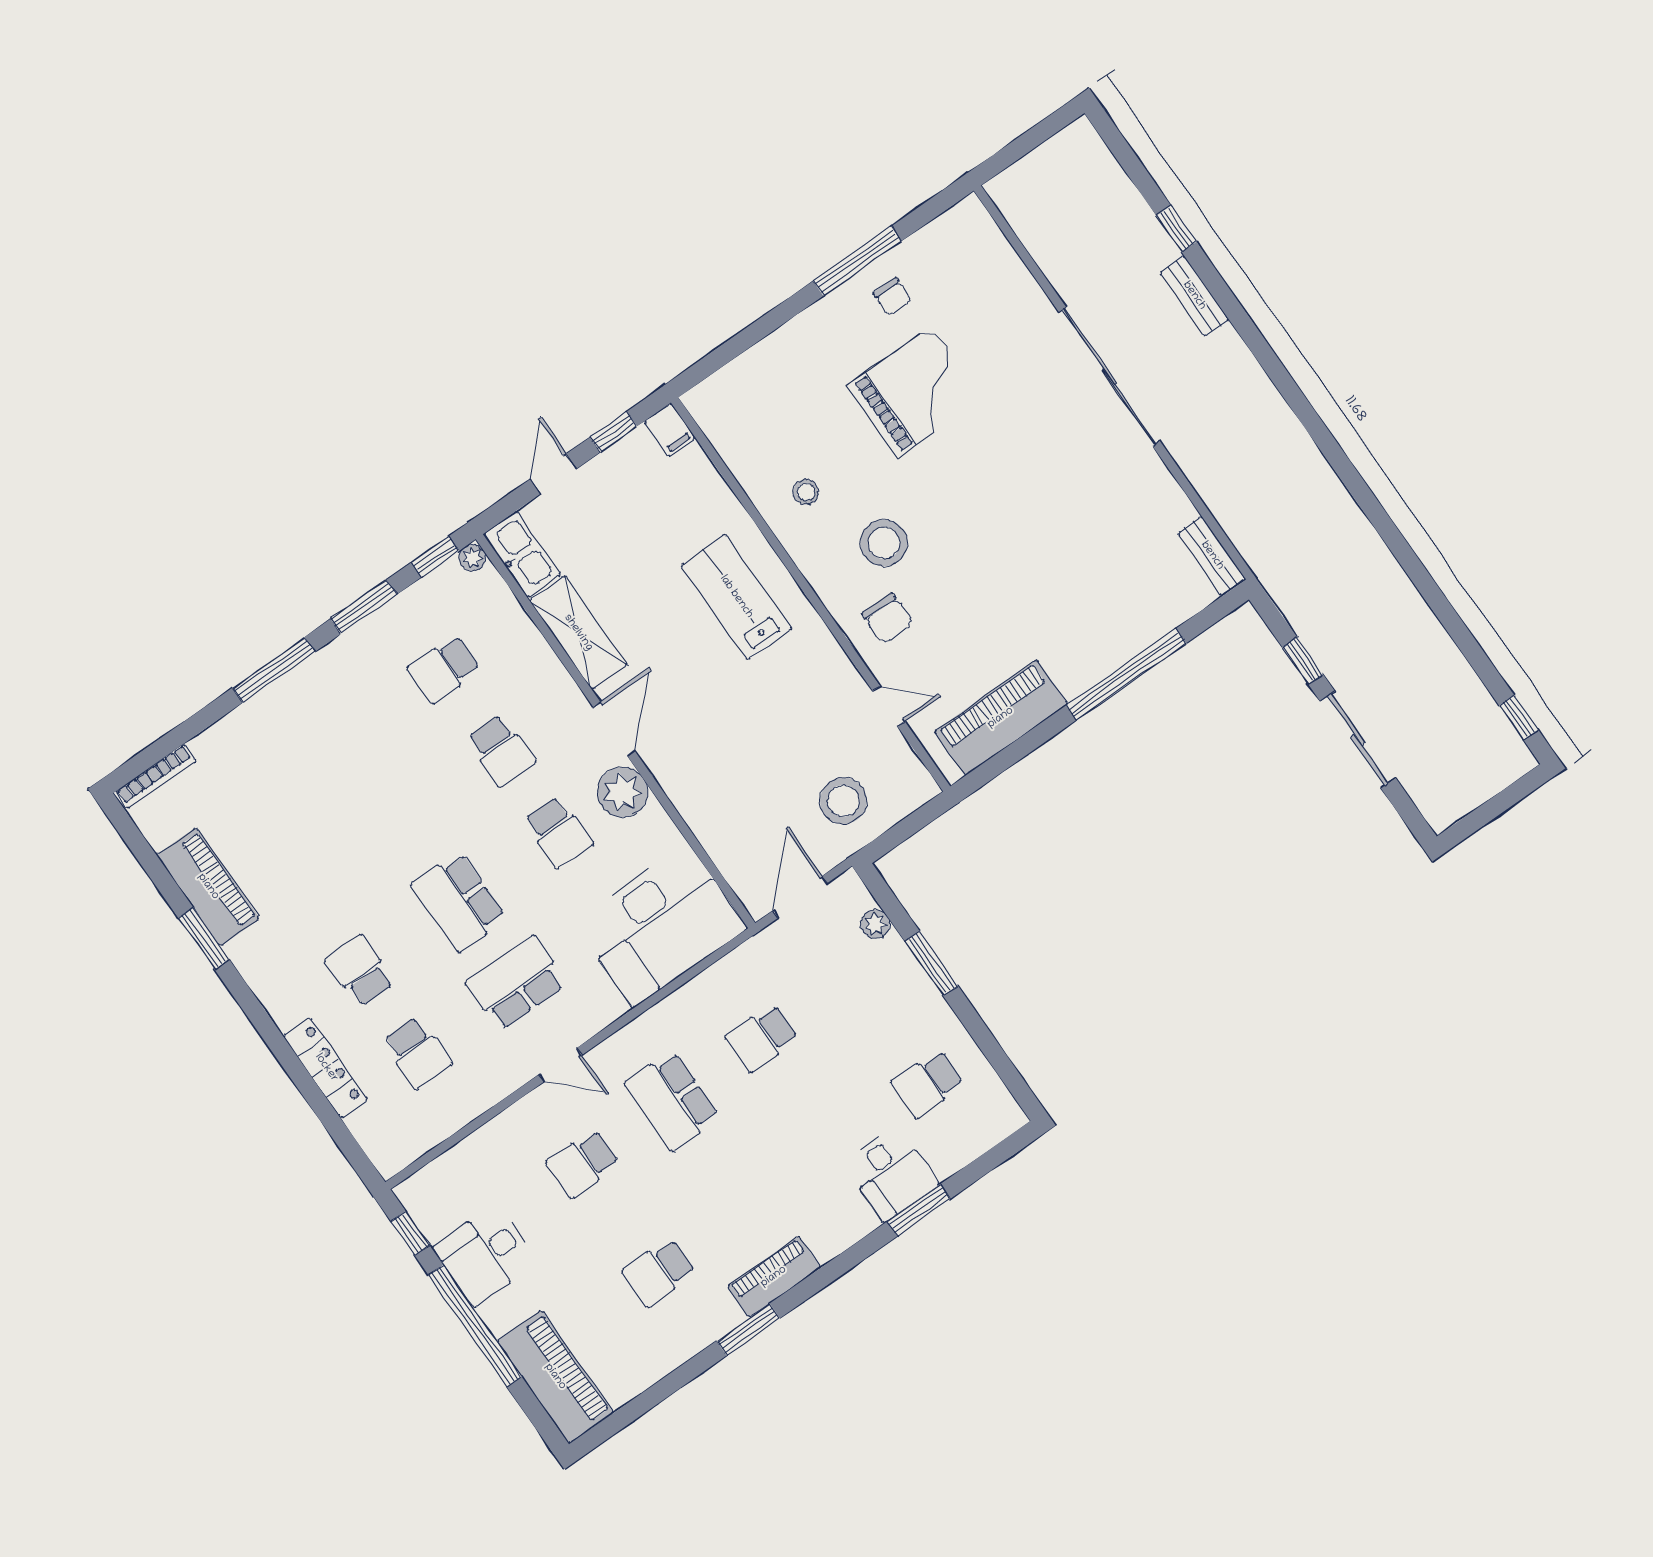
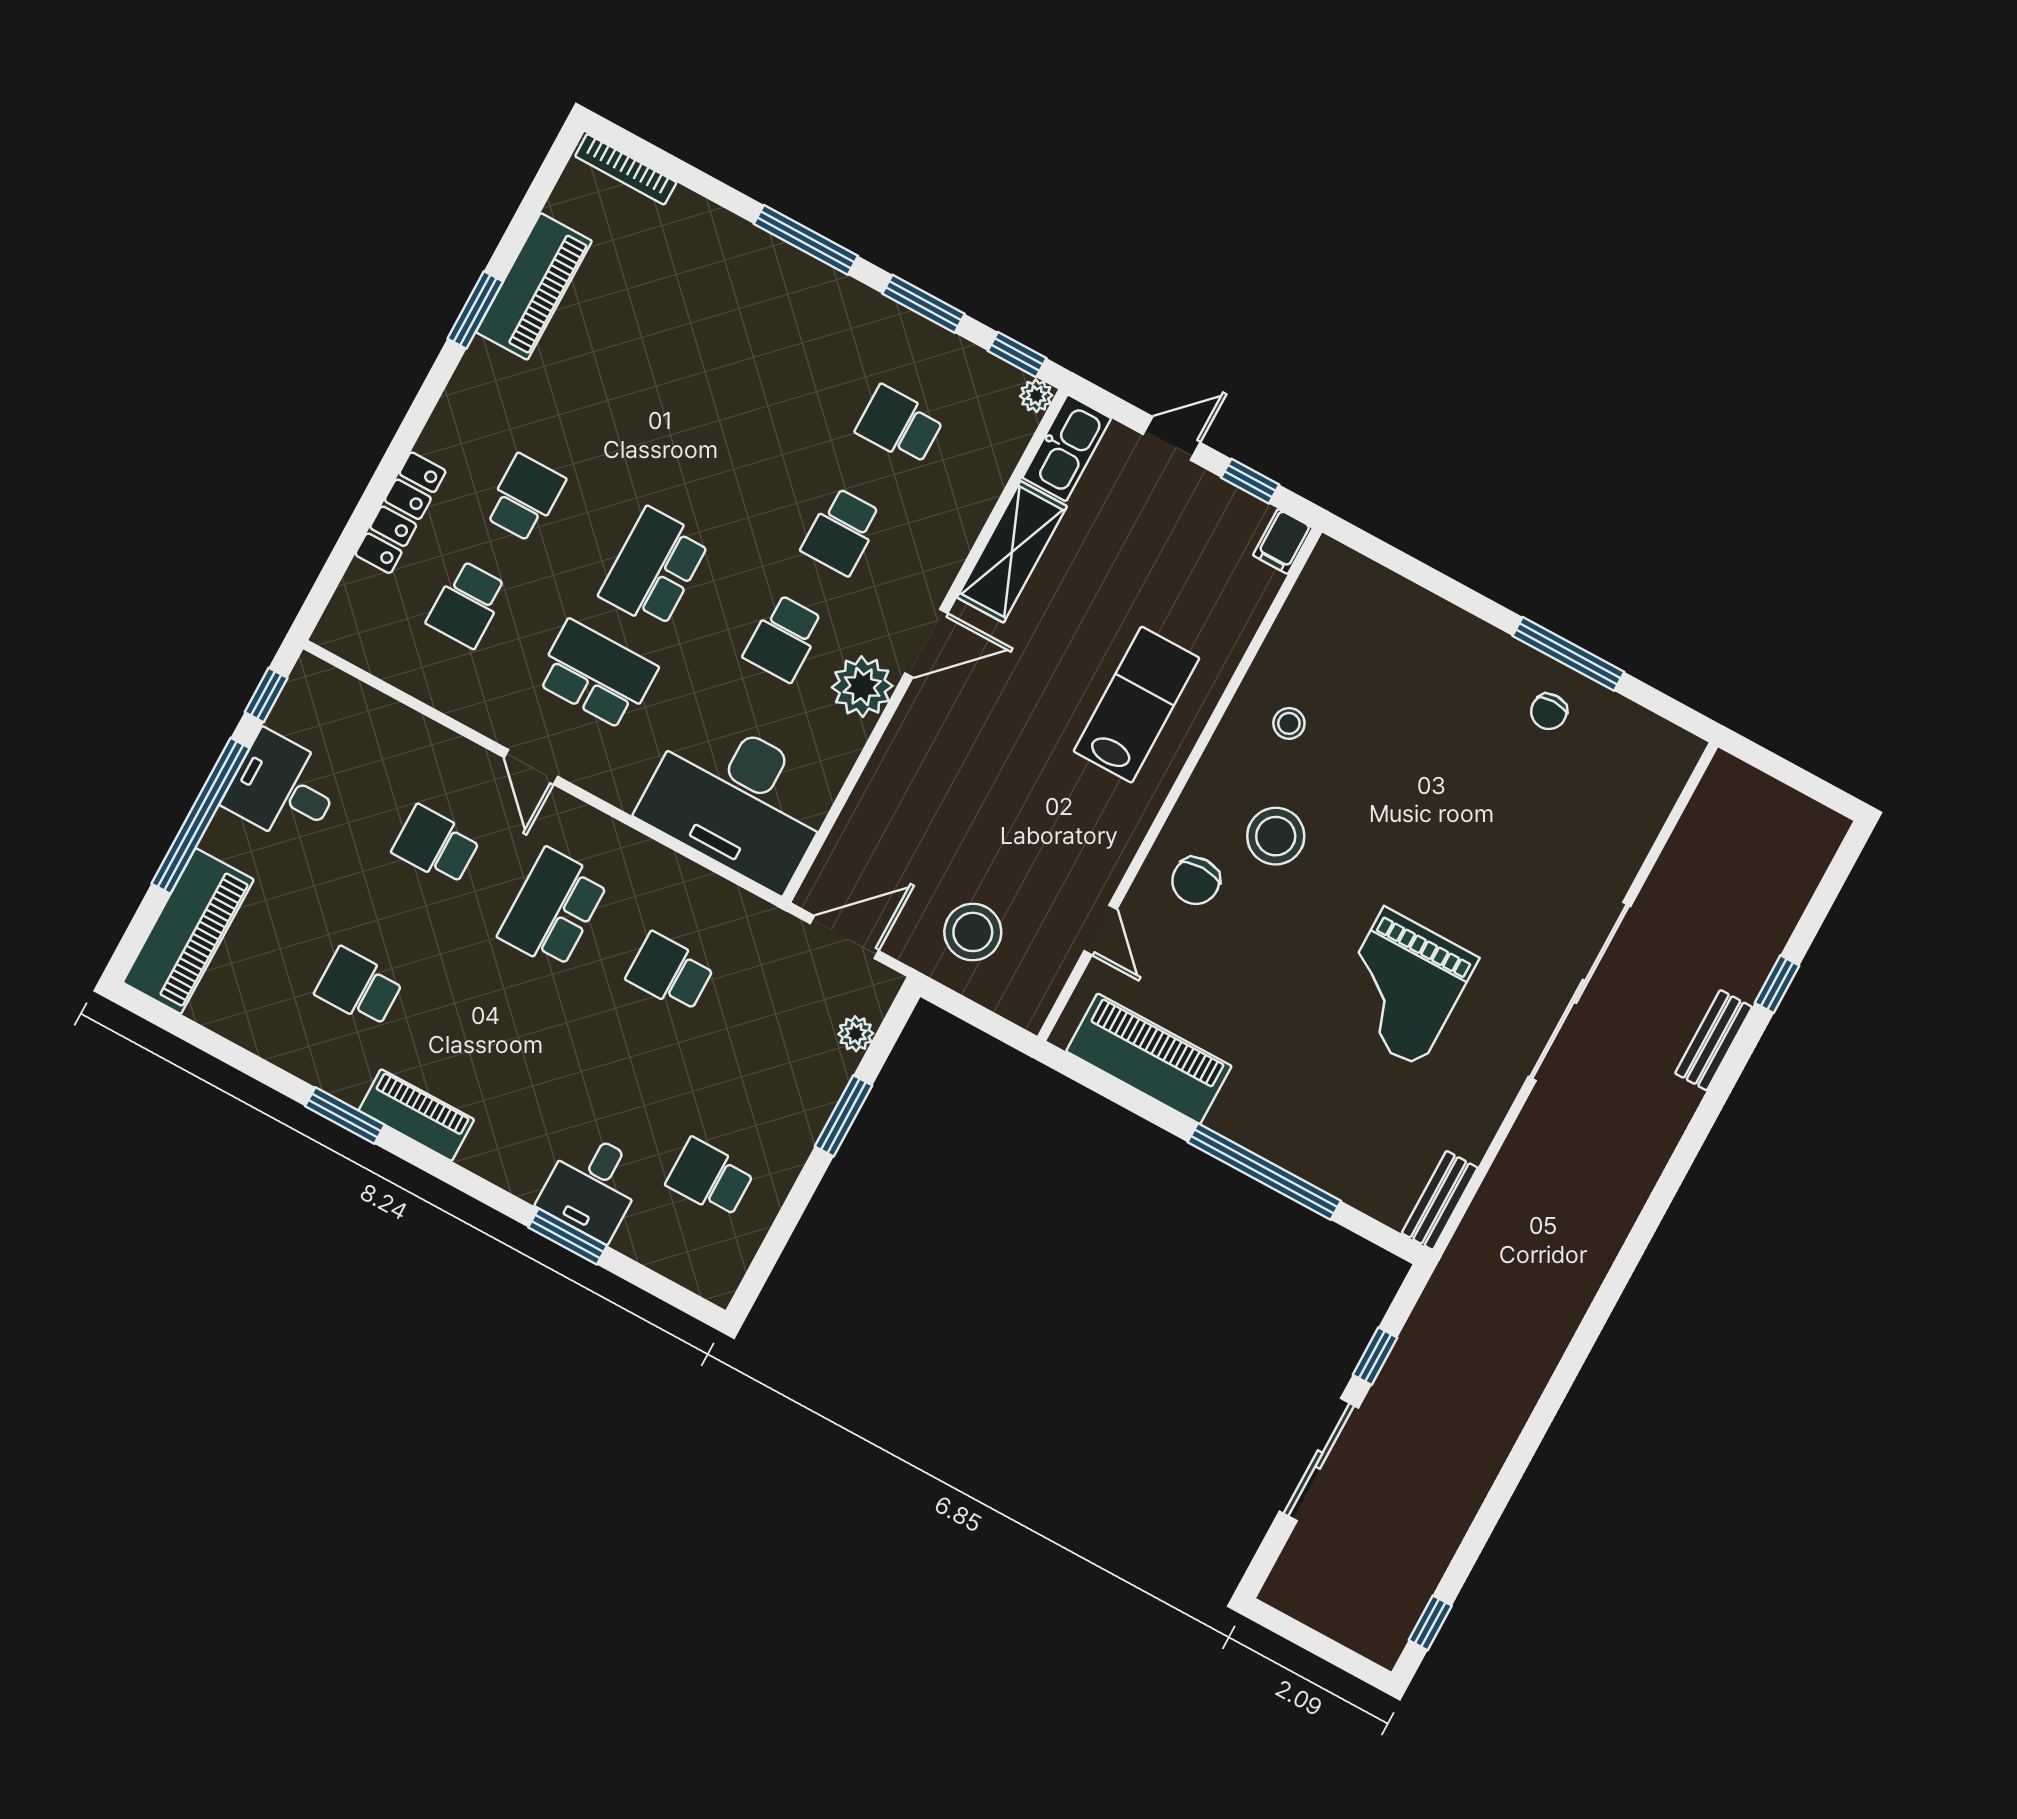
grand piano: (914, 392) -> (1402, 987), moved, turned 90

